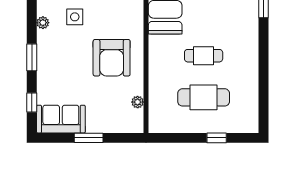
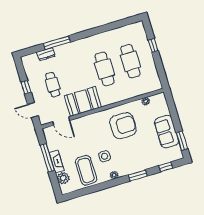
cafe table: (204, 56) -> (105, 69), width x1.37, depth x1.35
sofa: (61, 119) -> (166, 132), moved
window: (89, 138) -> (182, 141), moved

